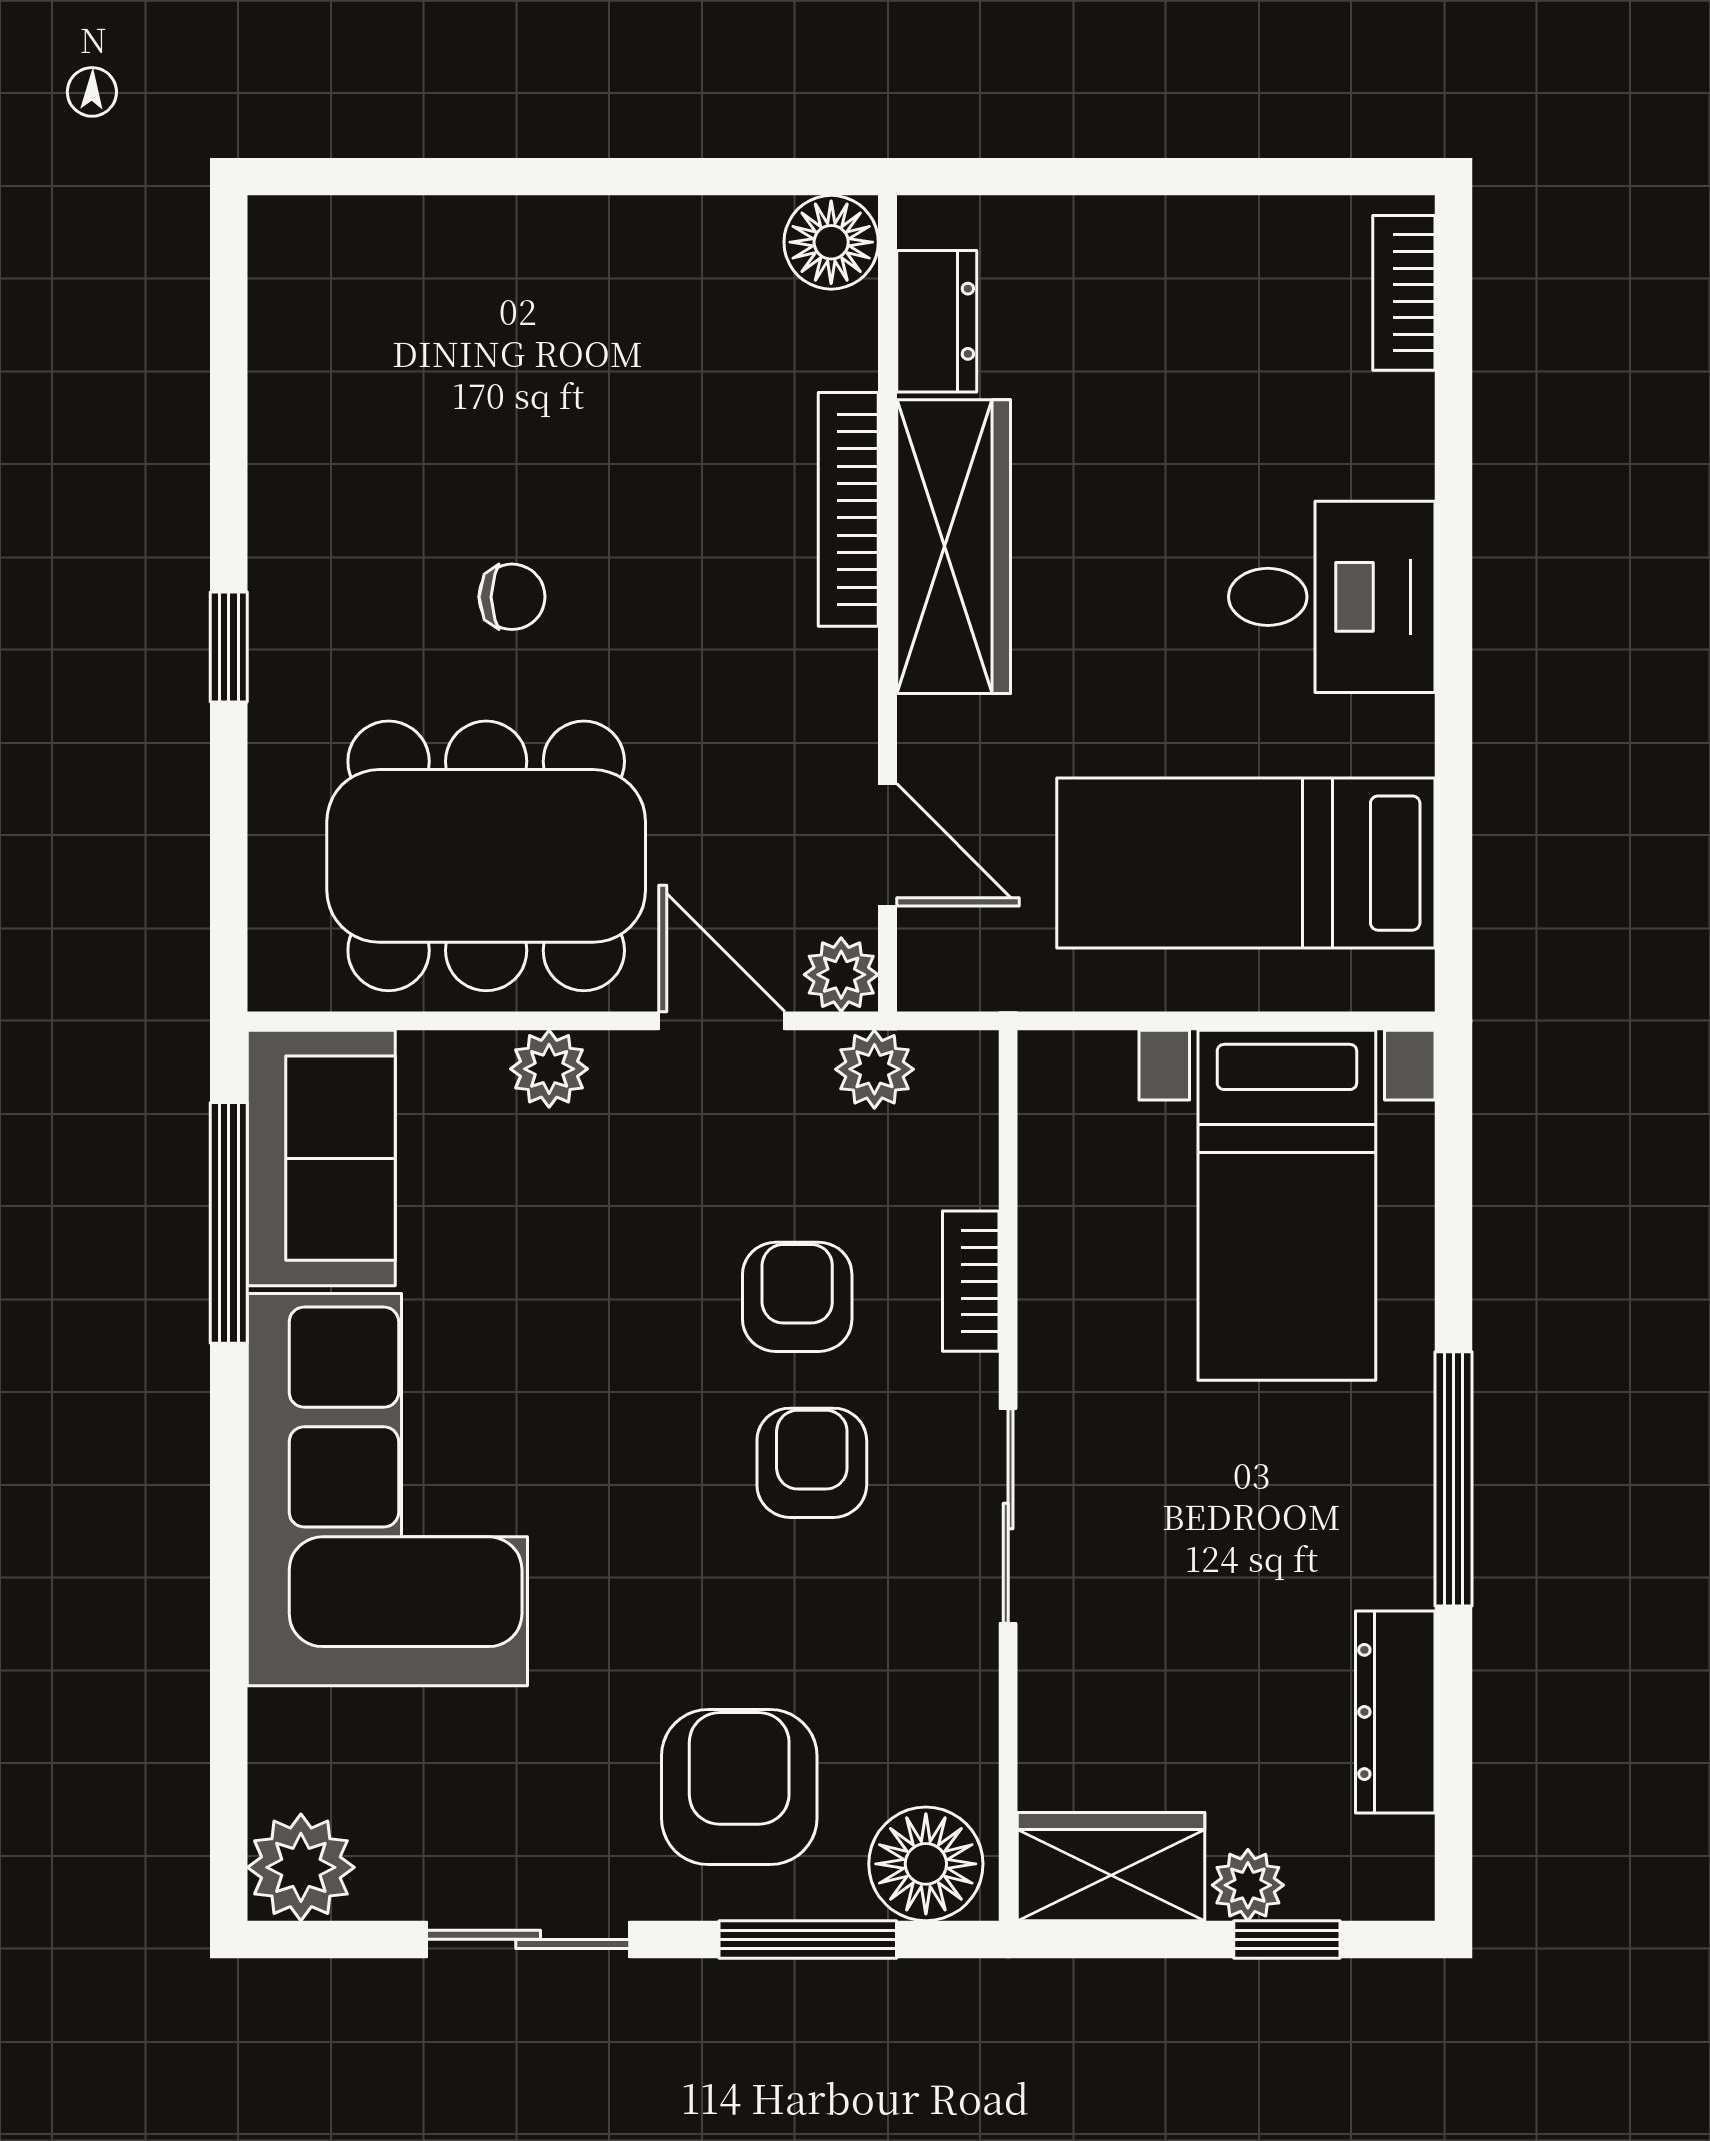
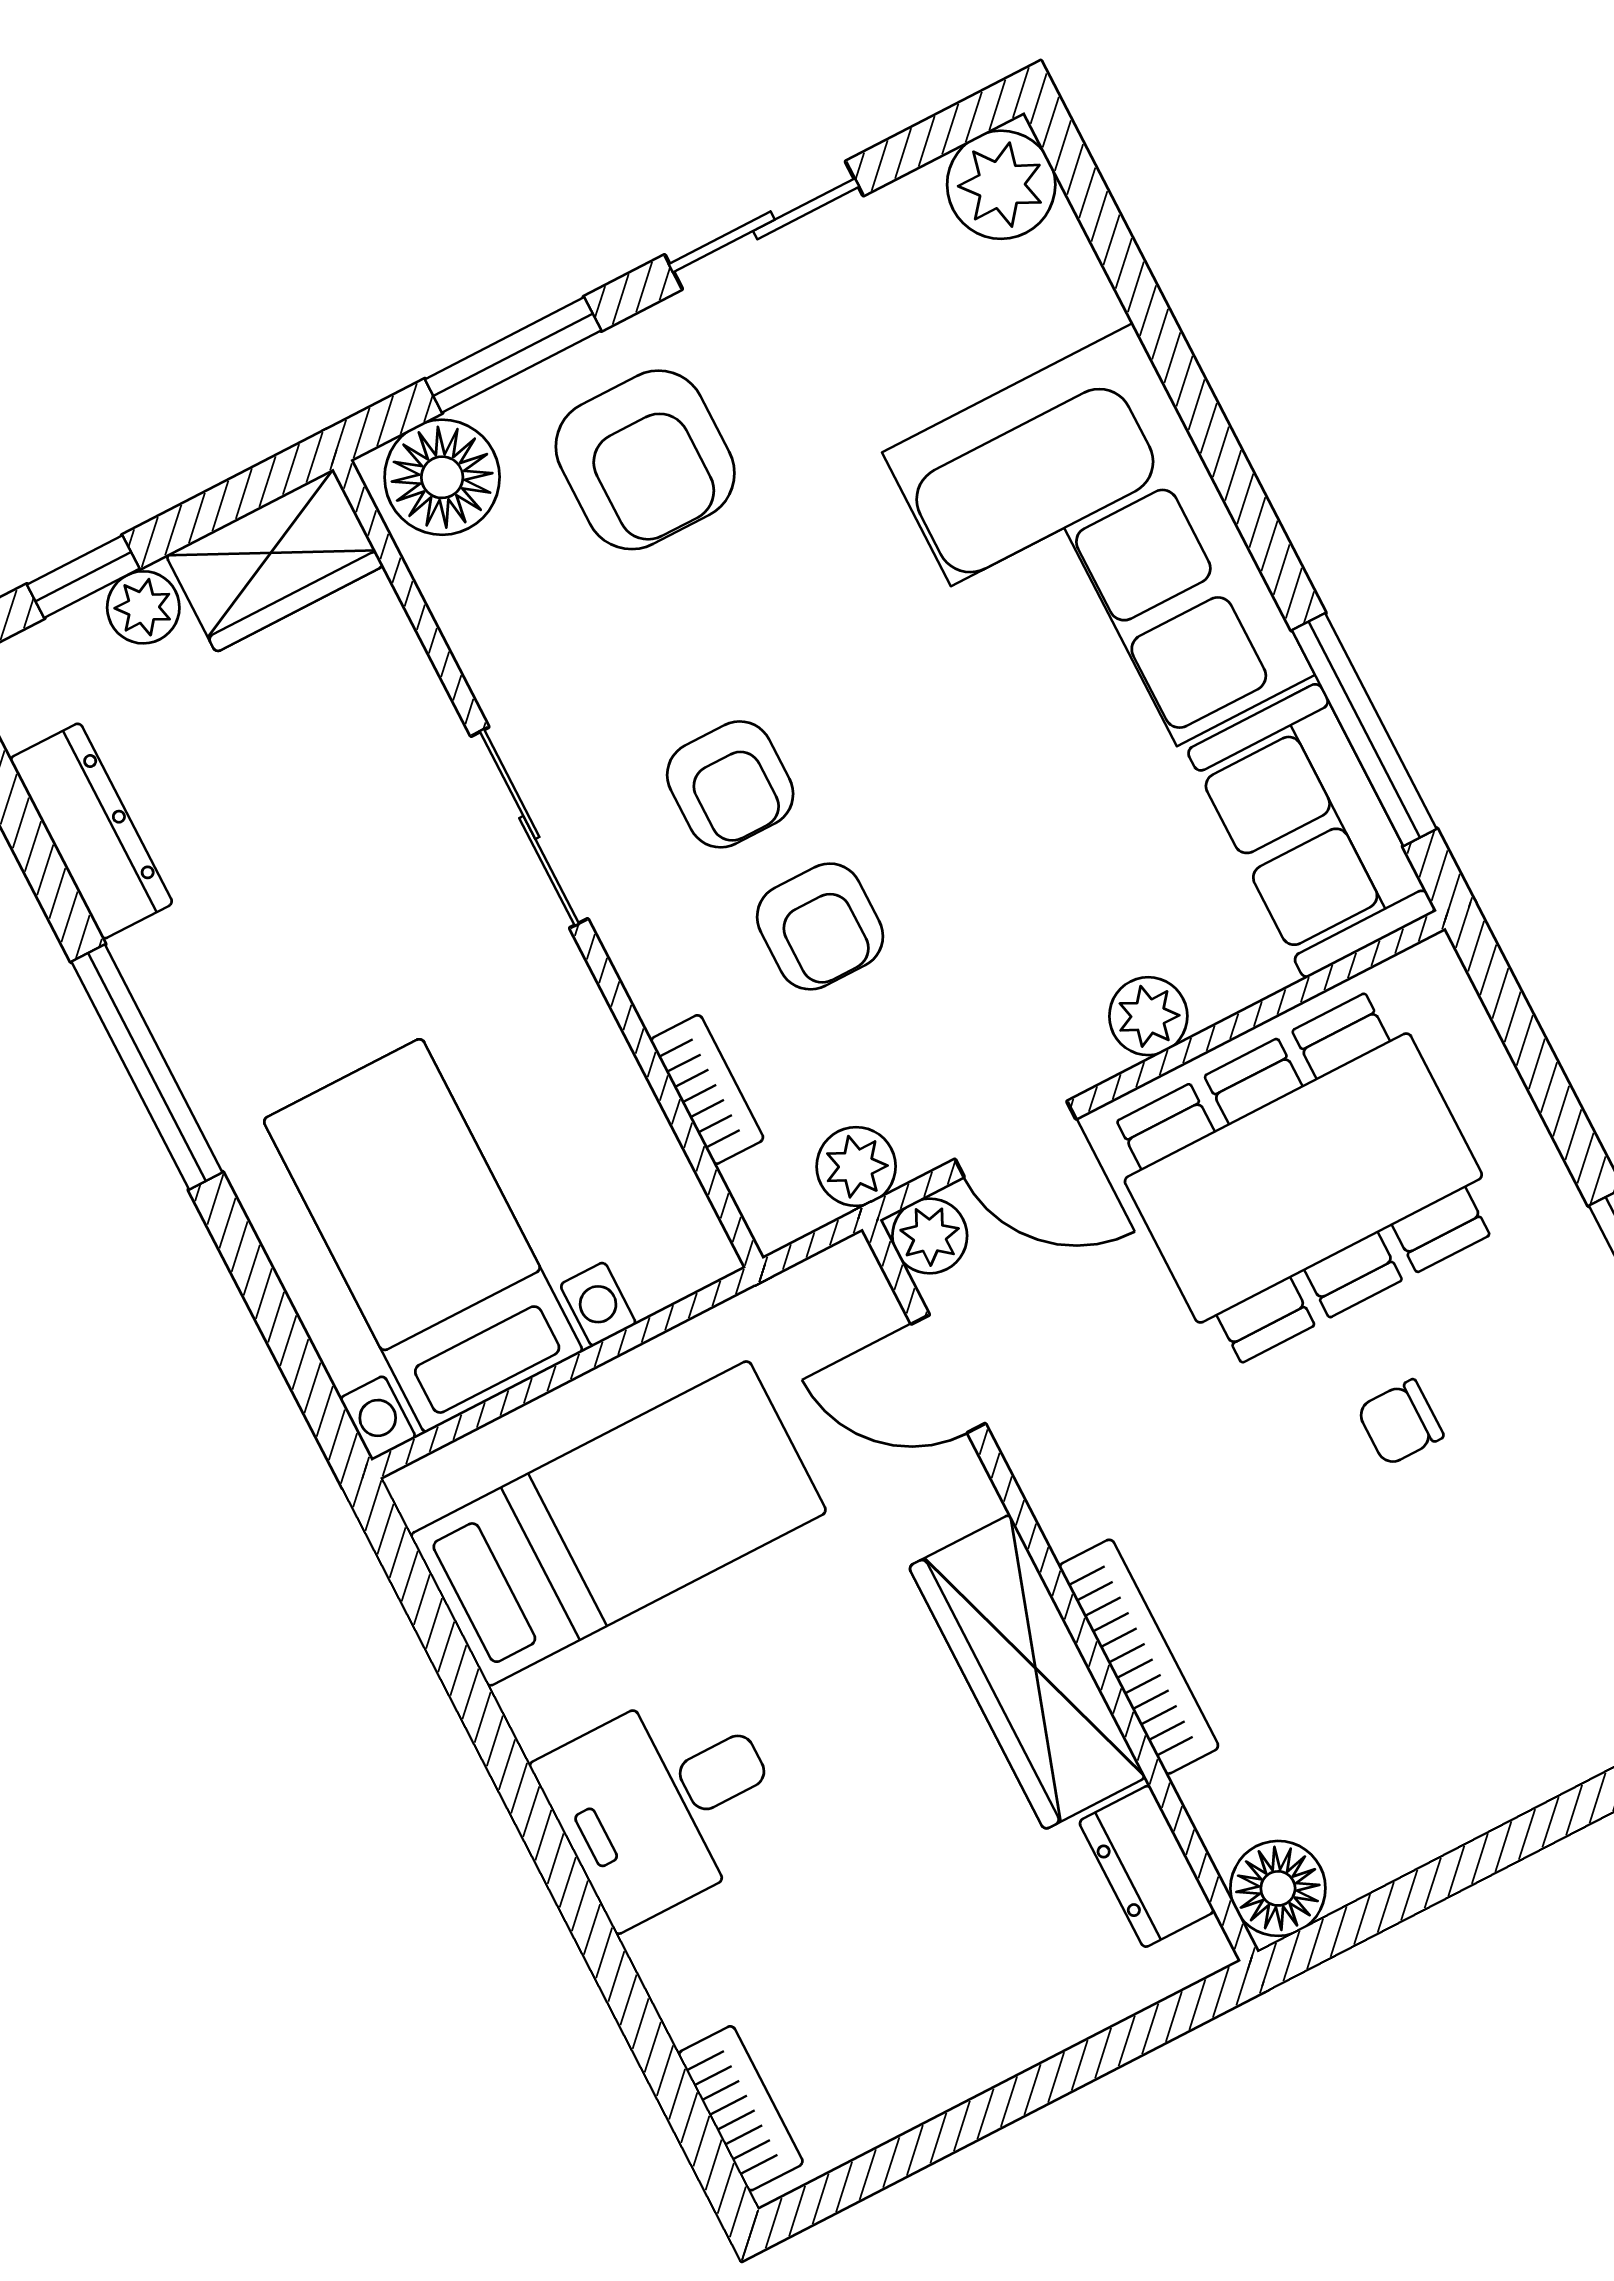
bookcase: (971, 1281) -> (707, 1089), moved

